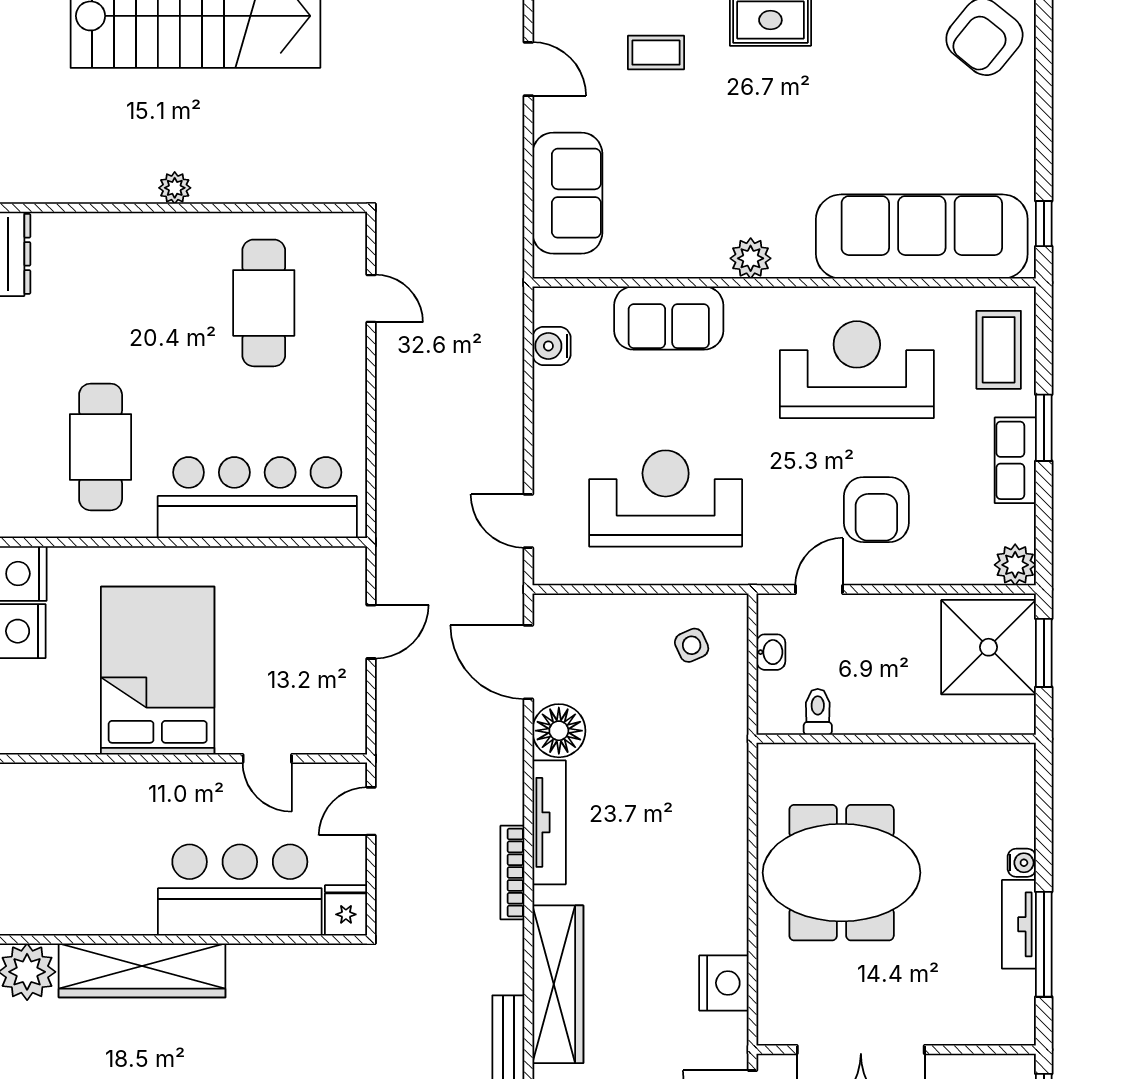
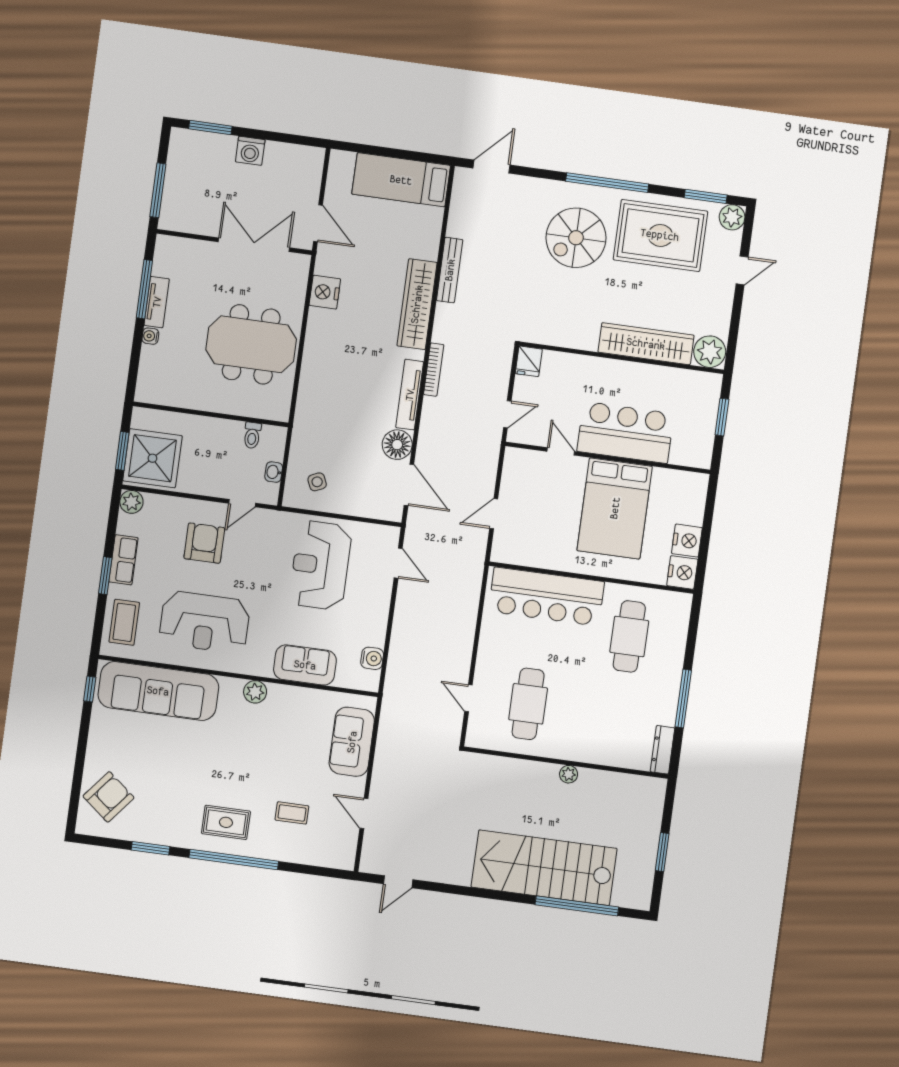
reception desk: (666, 498) -> (320, 565), turned 90
bar counter: (240, 890) -> (625, 432), moved, turned 180

